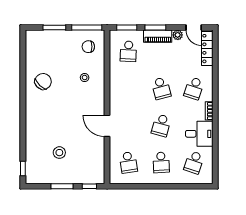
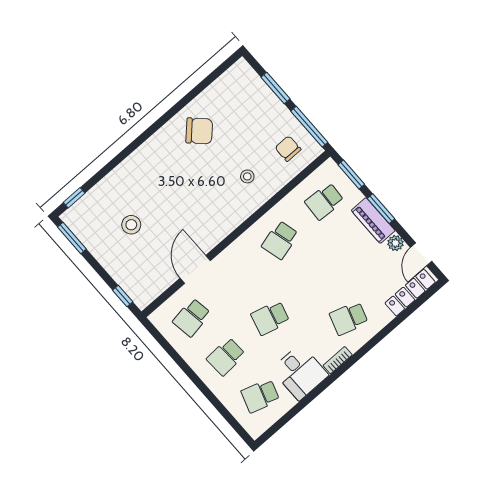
school desk: (161, 88) -> (280, 240), moved
door: (107, 126) -> (195, 269), moved
window: (62, 186) -> (72, 238), moved

